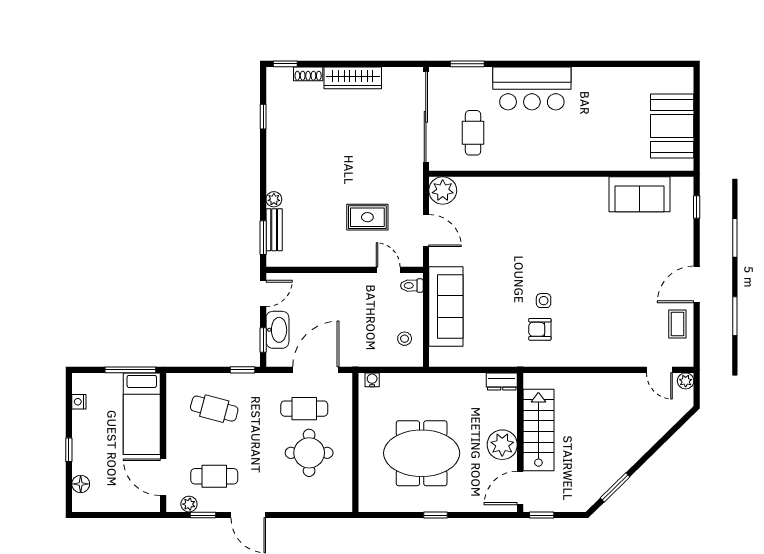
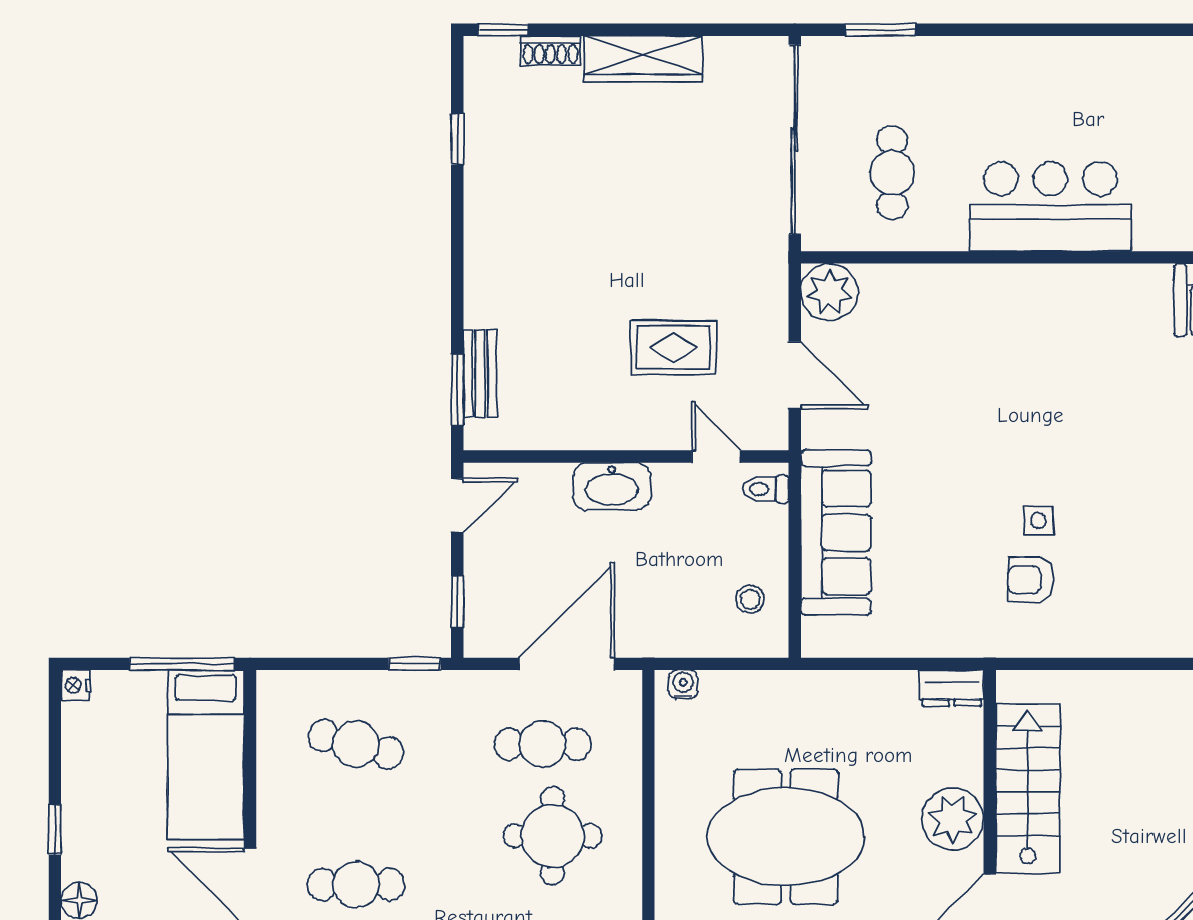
bar counter: (532, 88) -> (1051, 207), moved, turned 180
plant: (274, 199) -> (479, 310), removed
washbasin: (277, 330) -> (612, 486), moved, turned 90
nightstand: (79, 402) -> (75, 685), moved

